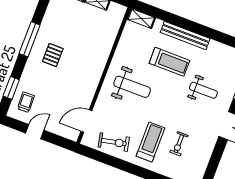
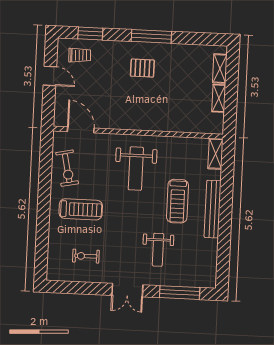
exercise bike: (179, 144) -> (86, 256), moved

